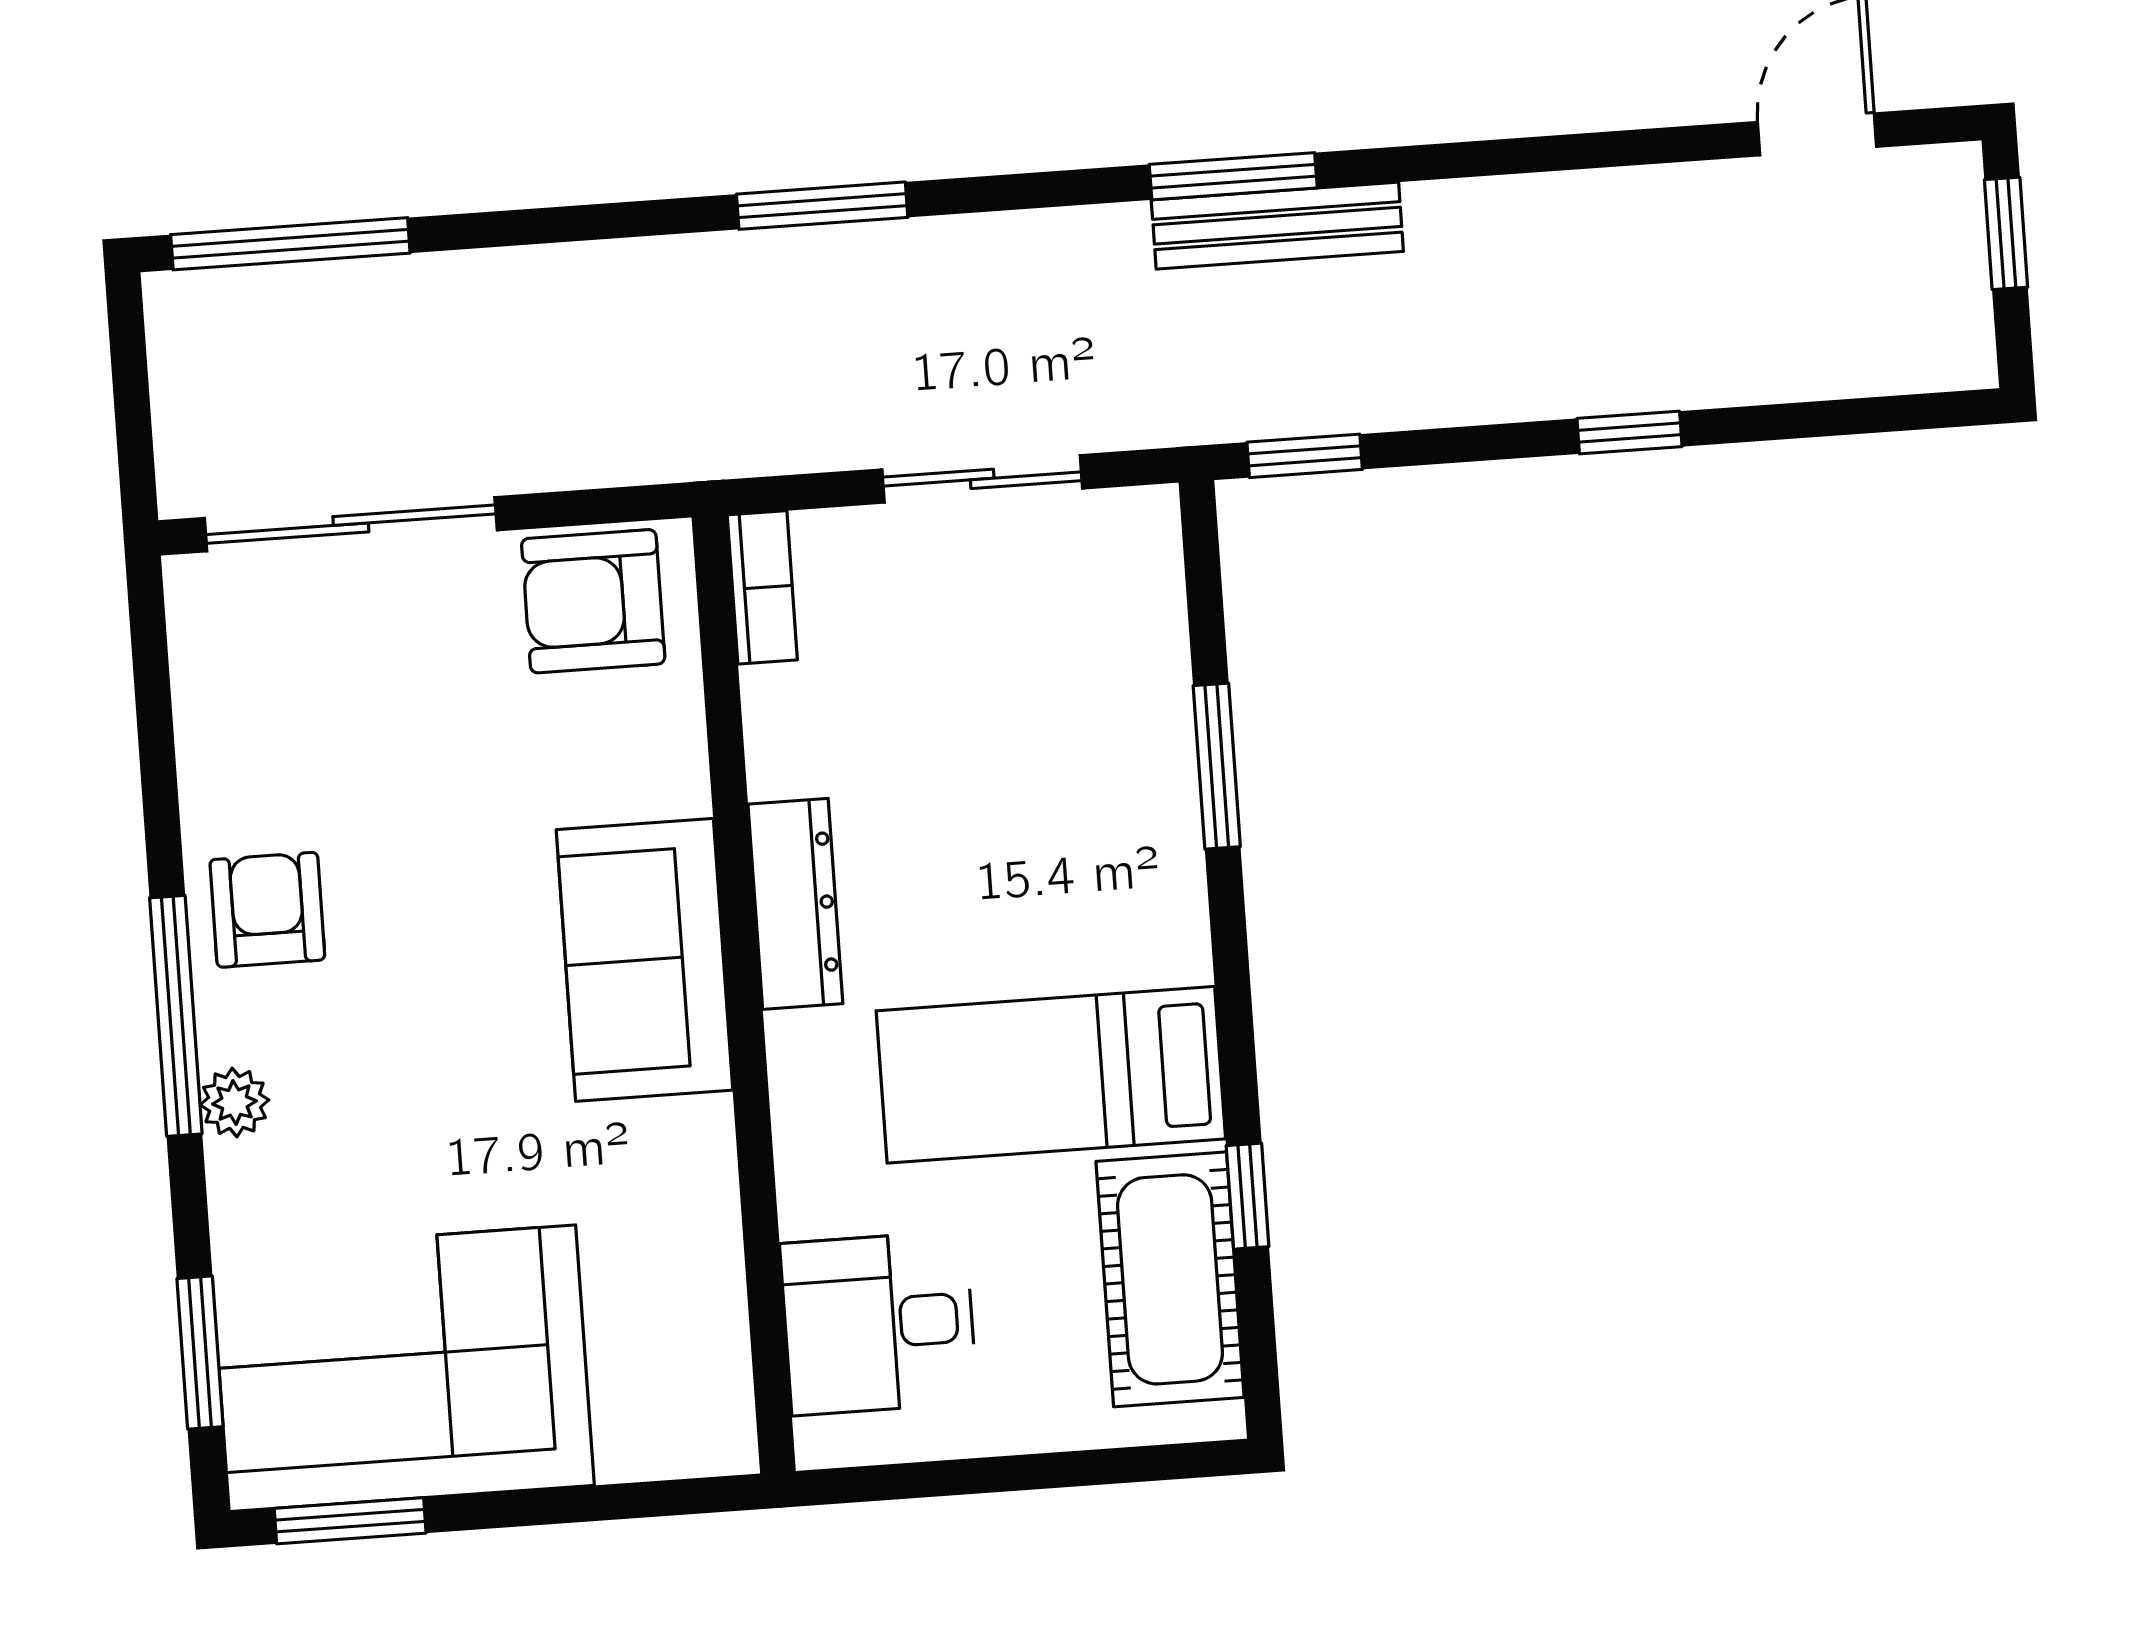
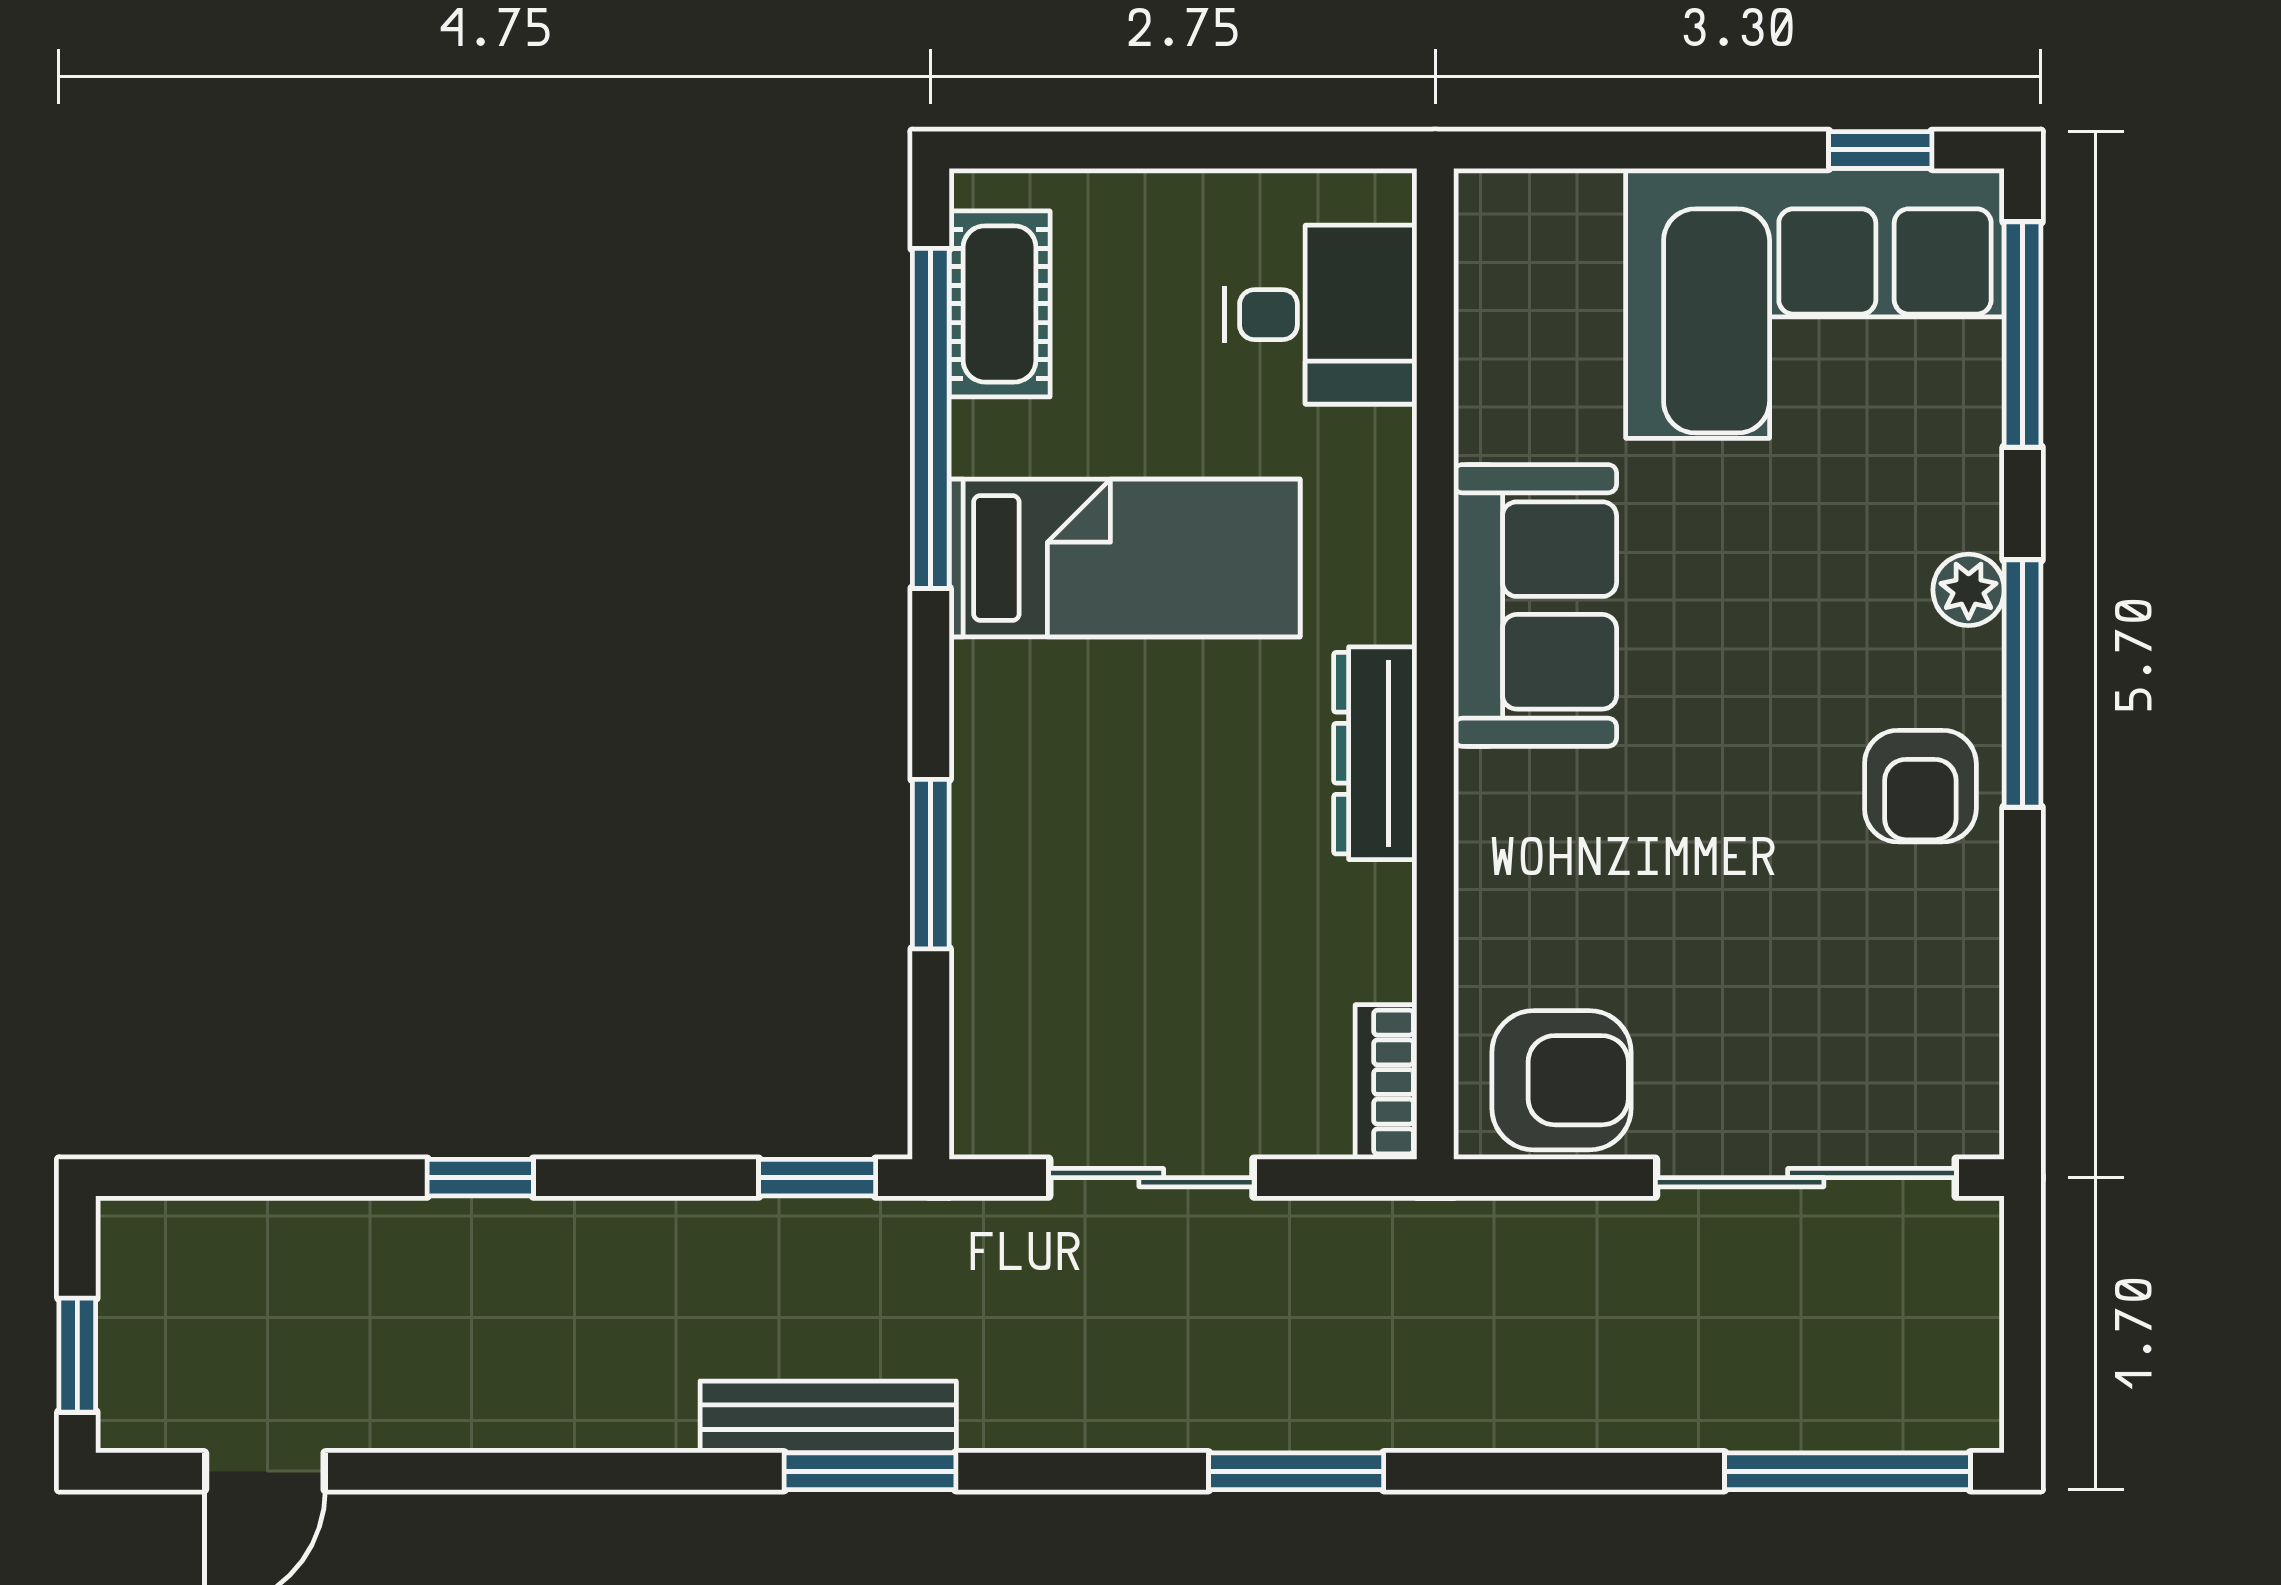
sofa: (645, 960) -> (1535, 605), moved
window: (1248, 1196) -> (931, 418), width x3.17
cot: (1170, 1279) -> (1000, 304), width x0.73, depth x0.75
window: (200, 1353) -> (2023, 334), width x1.44
window: (350, 1521) -> (1880, 150), width x0.67

